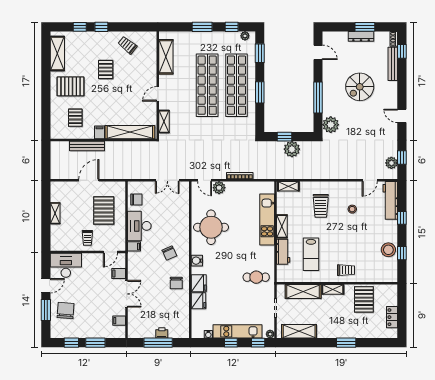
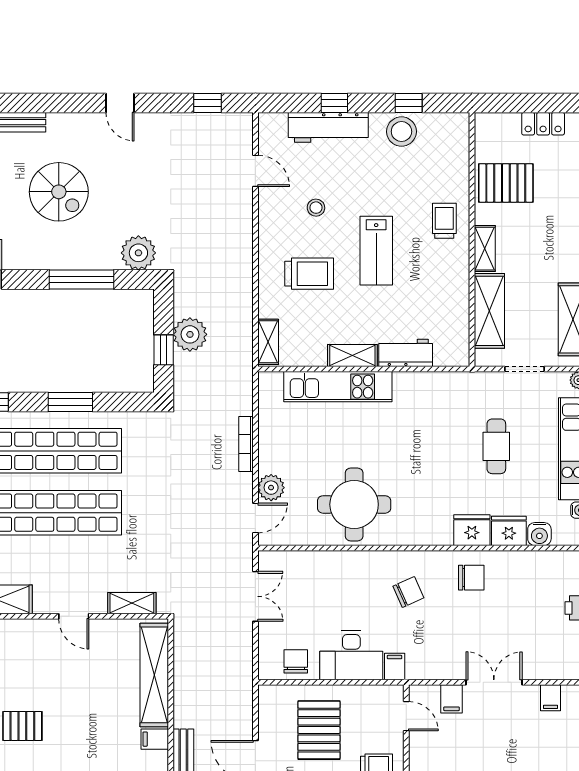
door: (402, 116) -> (120, 103), hinge flipped
plant: (391, 163) -> (219, 125), removed
workbench: (390, 200) -> (328, 127), moved
pallet: (104, 211) -> (319, 730), turned 90
lab bench: (311, 254) -> (376, 251), moved, turned 90
water cooler: (197, 261) -> (539, 534), moved
cafe table: (256, 277) -> (496, 446), moved

